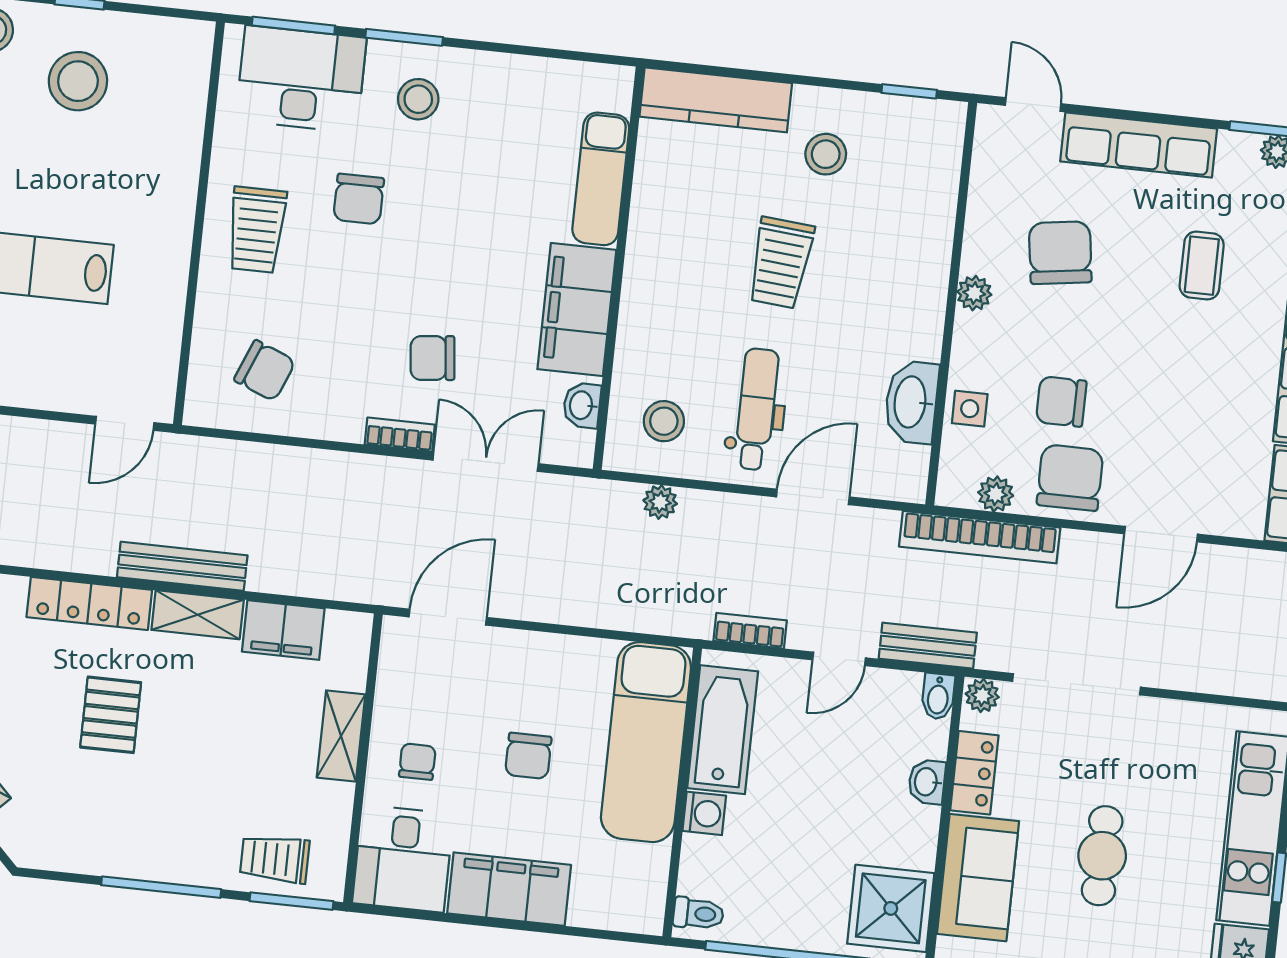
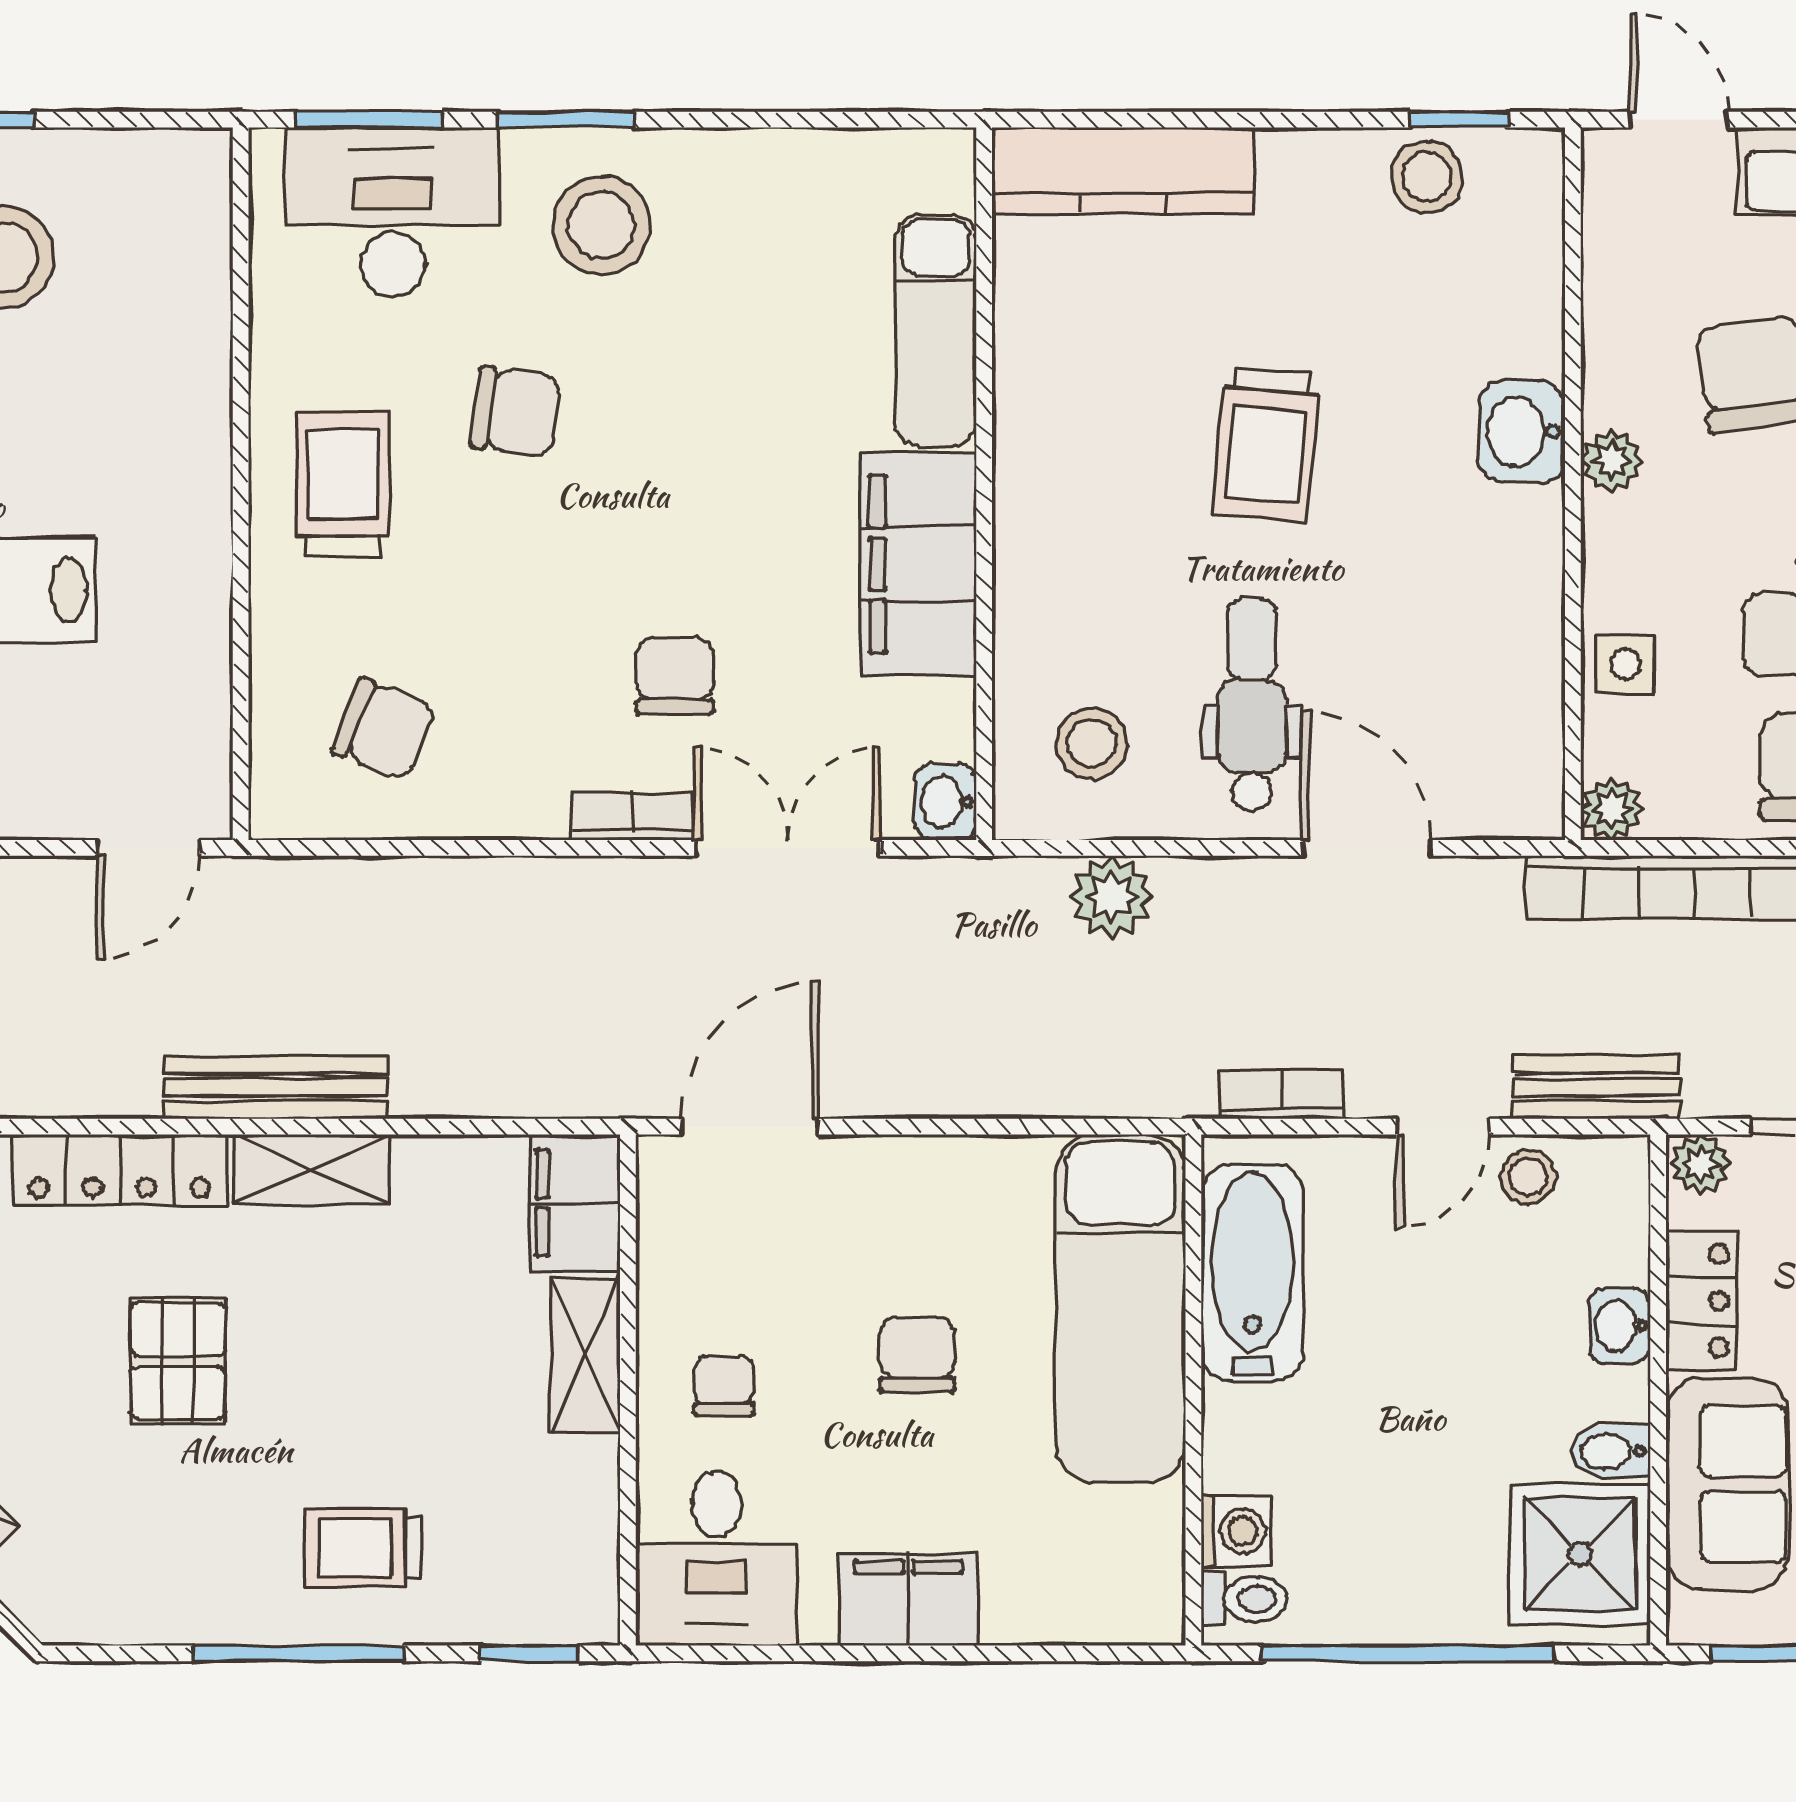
stool: (418, 99) -> (601, 225), width x1.38, depth x1.38
stool: (826, 154) -> (1427, 177), moved
chair: (359, 199) -> (516, 411), turned -83
trolley: (257, 230) -> (343, 484), turned 180
chair: (433, 358) -> (675, 676), turned 96
washbasin: (911, 402) -> (1522, 432), moved, width x0.72
washbasin: (582, 405) -> (945, 802), moved
plant: (996, 494) -> (1612, 809), moved
door: (813, 497) -> (1367, 848), hinge flipped
plant: (660, 502) -> (1112, 897), width x1.38, depth x1.38
filing cabinet: (283, 630) -> (574, 1203), moved, turned 90
stool: (884, 692) -> (1528, 1177), added
bidet: (938, 696) -> (1611, 1451), moved, turned 90
chair: (528, 756) -> (917, 1355), turned 180
washing machine: (704, 813) -> (1236, 1531), moved
trolley: (275, 859) -> (363, 1548), moved
filing cabinet: (509, 889) -> (908, 1599), width x0.67, depth x0.86
window: (291, 901) -> (530, 1653), width x0.67

